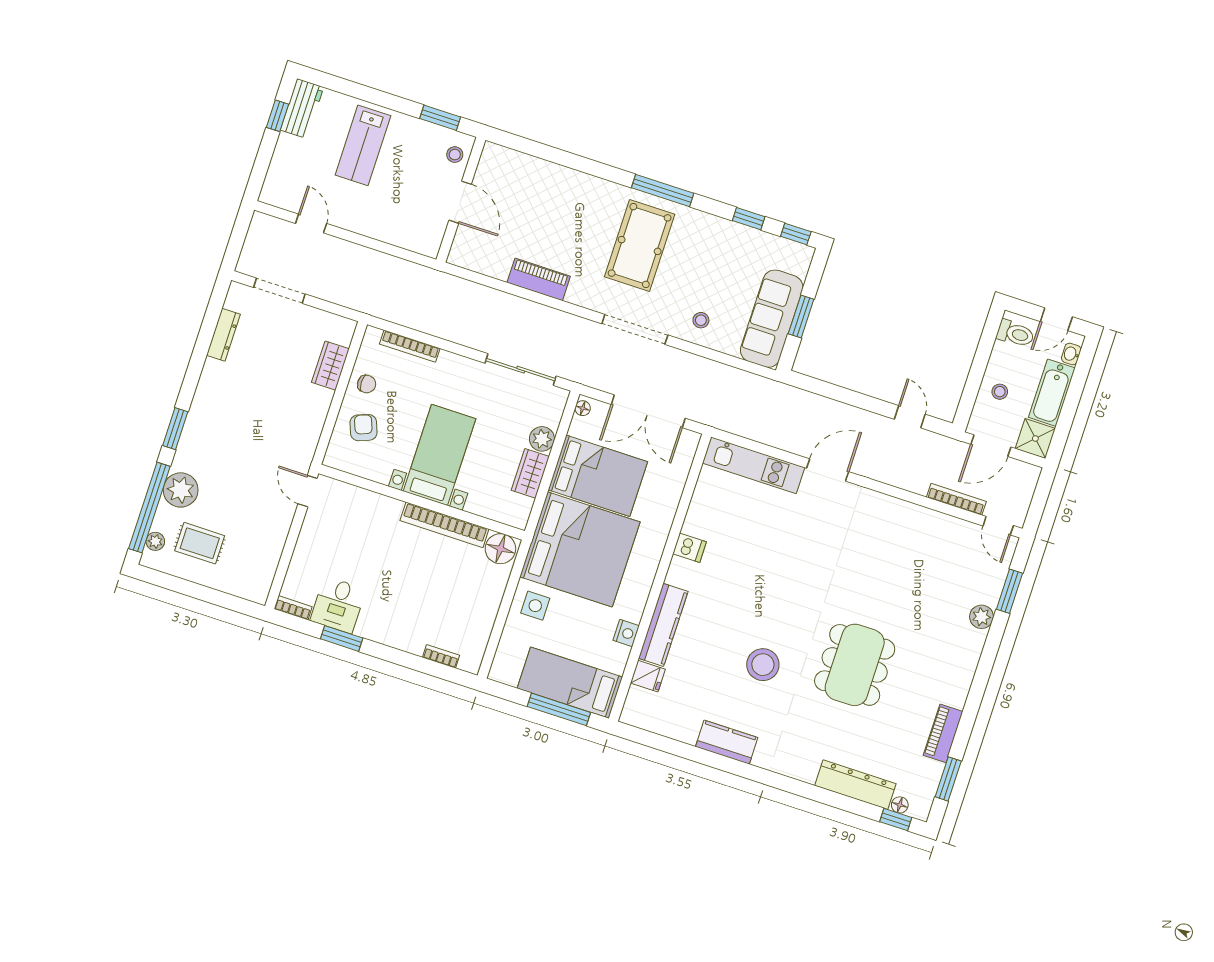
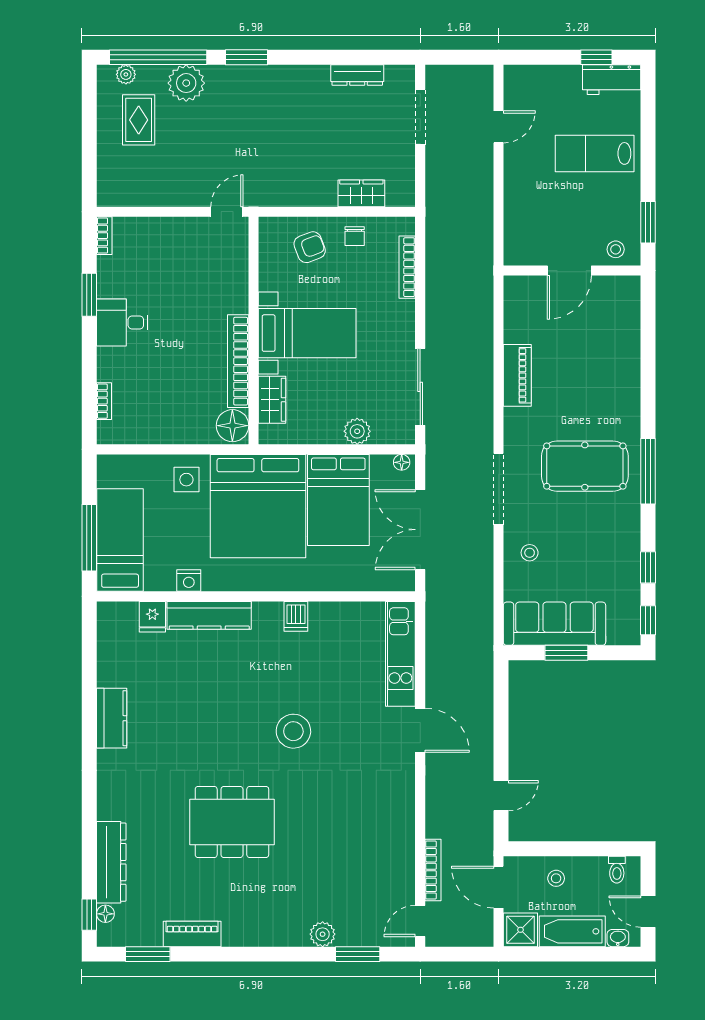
toilet: (1015, 334) -> (617, 870), width x0.73, depth x0.72
wardrobe: (530, 473) -> (272, 400), moved, turned 90
desk: (338, 605) -> (122, 323), moved
stool: (763, 665) -> (293, 731), moved

